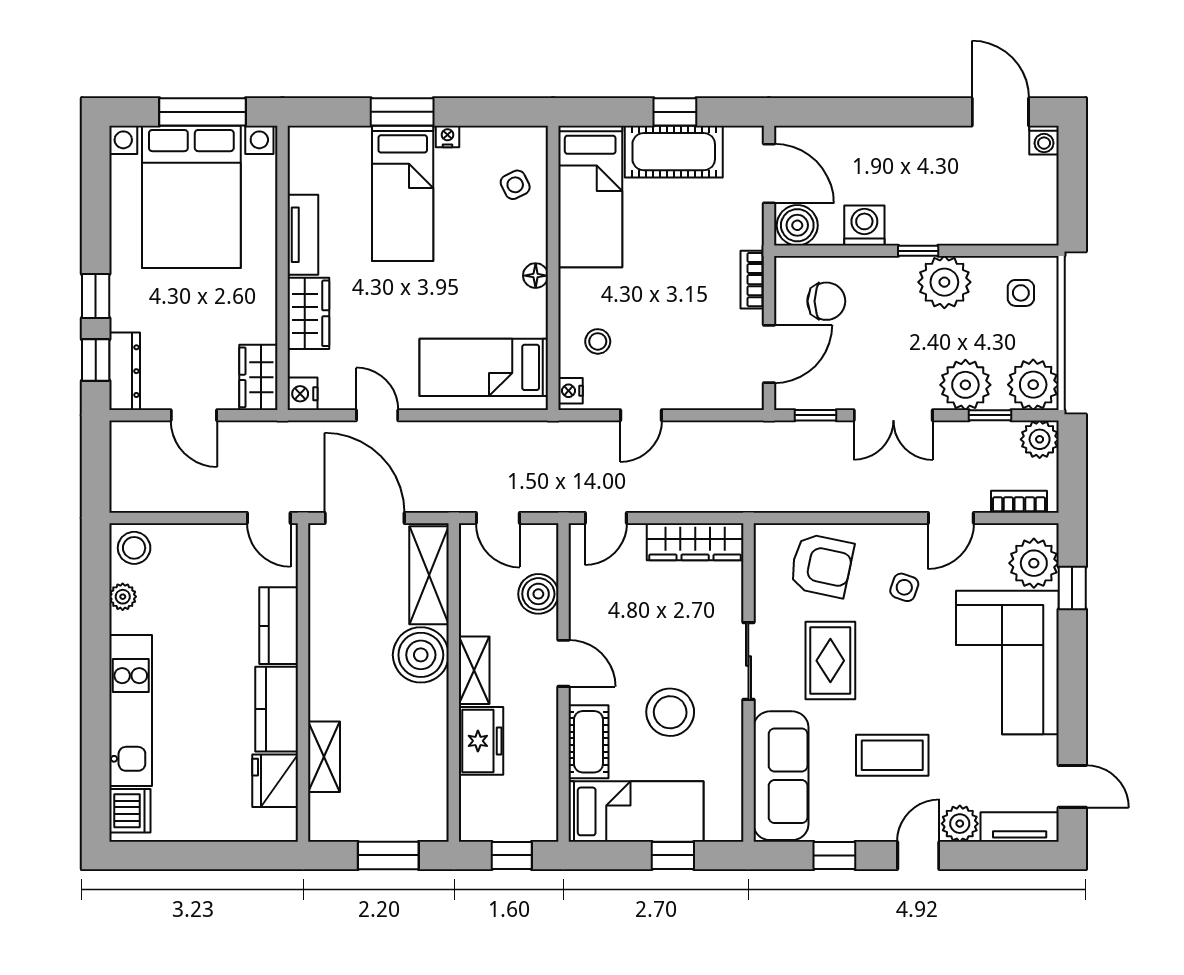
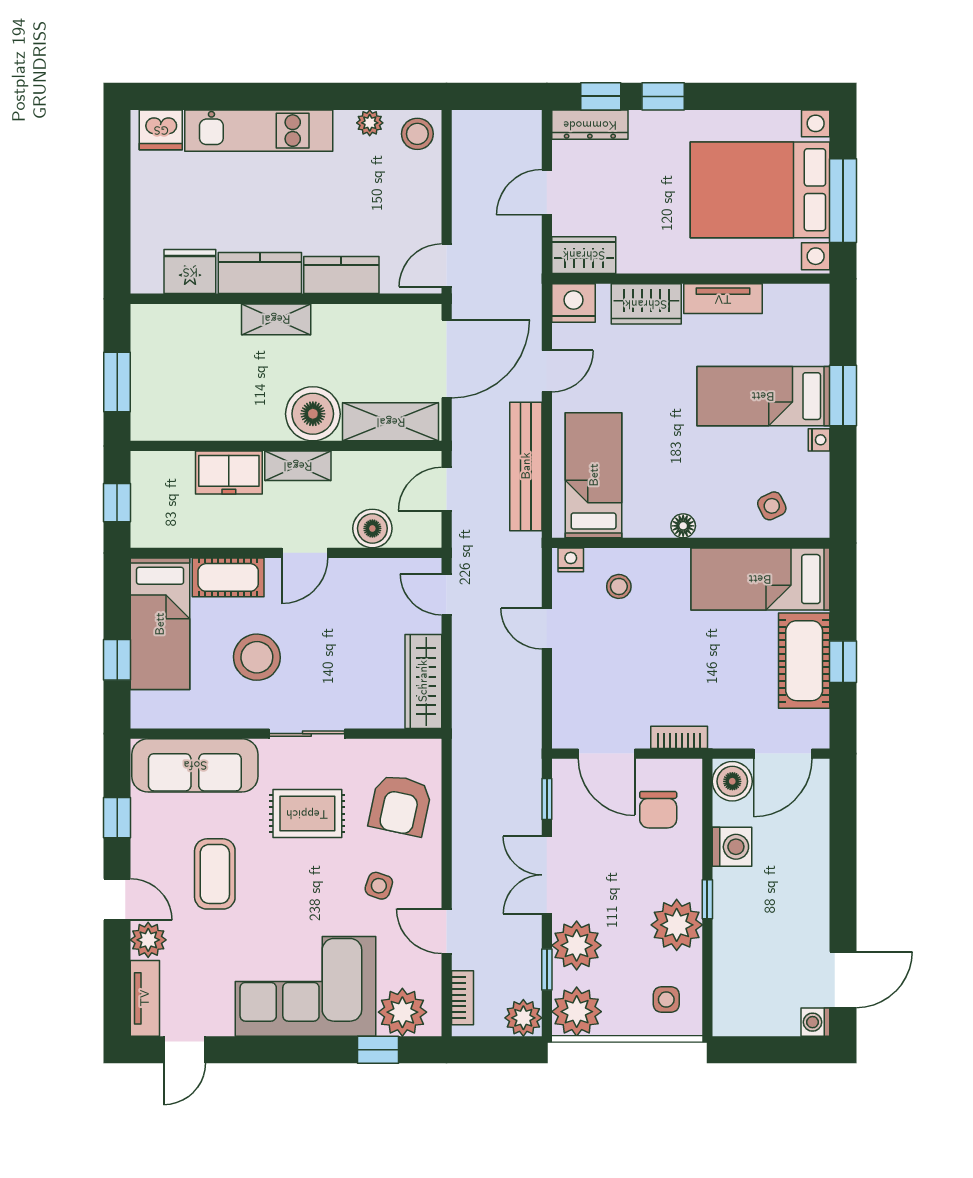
nightstand: (303, 394) -> (574, 303), width x1.36, depth x1.33
bench: (475, 437) -> (526, 466), added
shelving: (324, 757) -> (276, 319), moved

